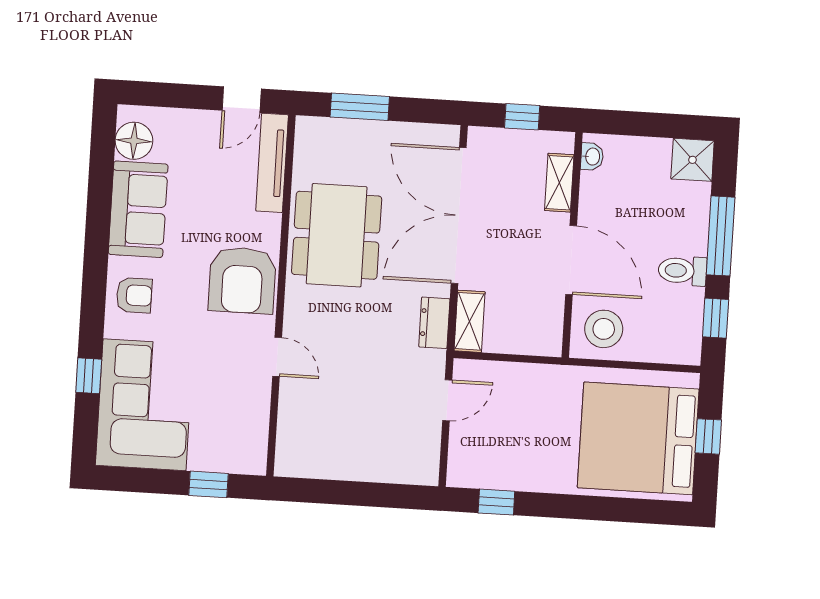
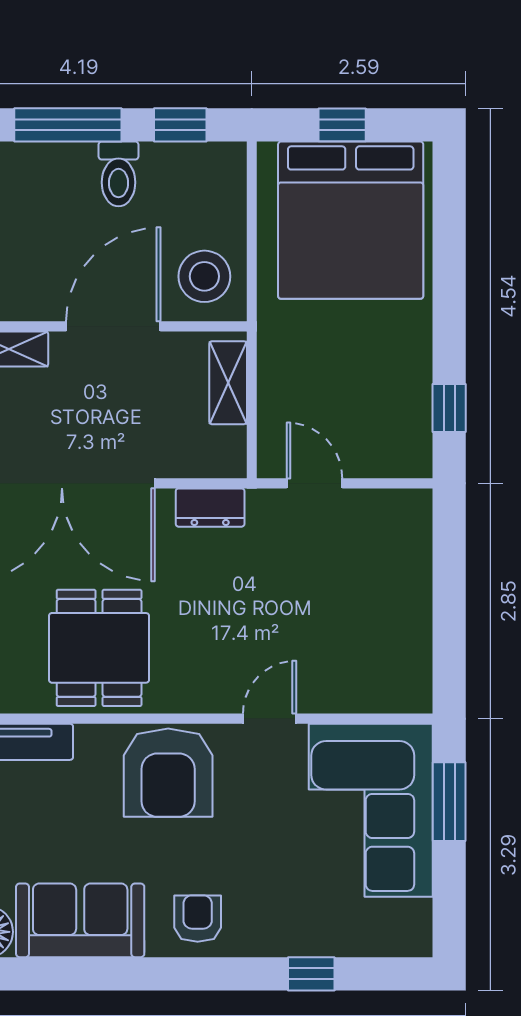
dining table: (337, 235) -> (99, 648), width x0.73
armchair: (242, 280) -> (168, 773), turned 90
shelving: (470, 321) -> (228, 383), moved, turned 90
corner sofa: (144, 405) -> (371, 810), moved, turned -90
window: (209, 484) -> (449, 802), width x1.50

